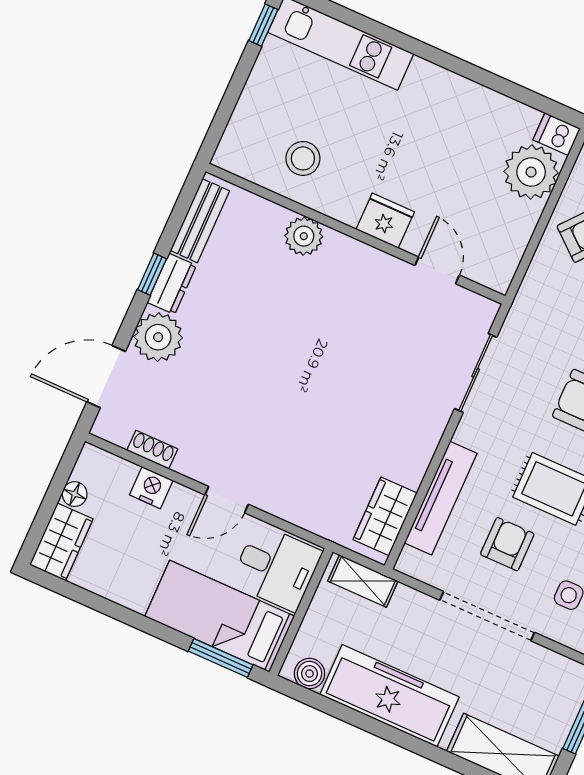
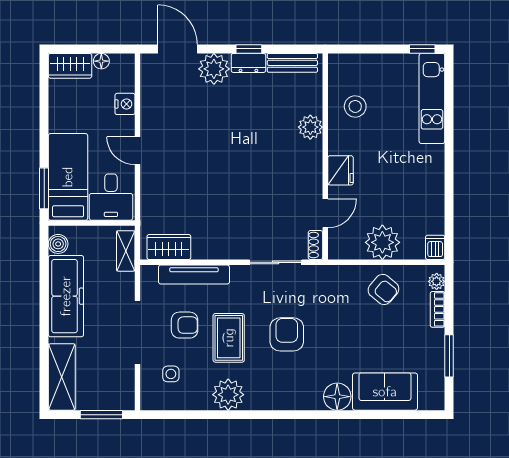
plant: (531, 172) -> (382, 242), moved
shoe rack: (152, 450) -> (315, 245), moved, turned 180

